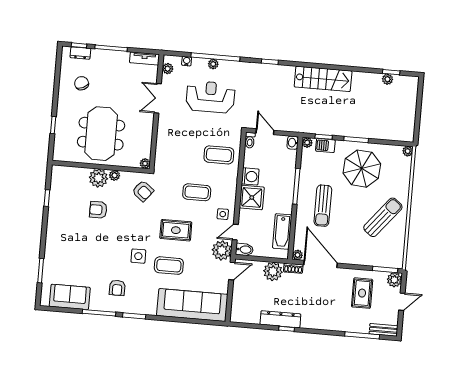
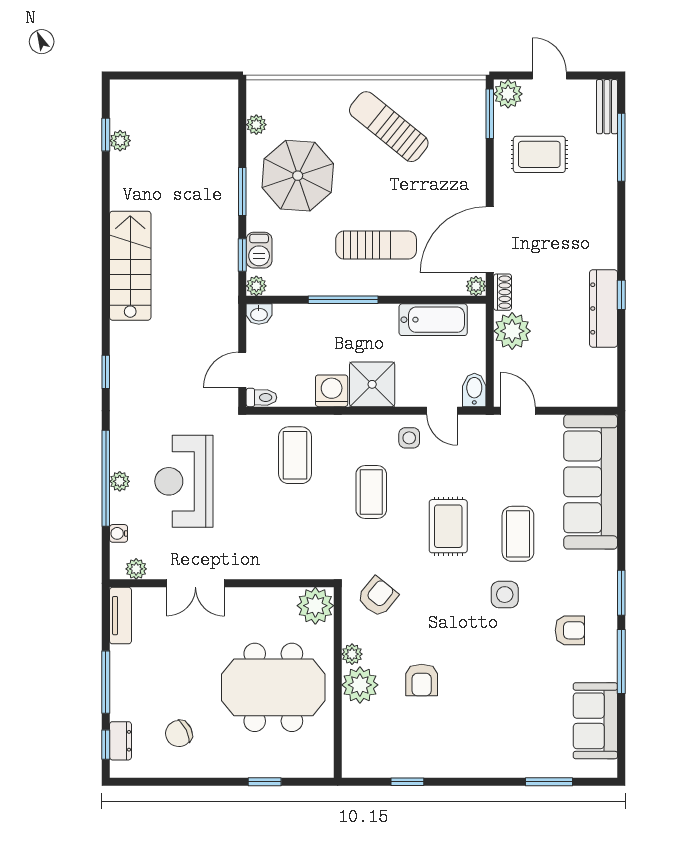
plant: (408, 151) -> (256, 125), moved
plant: (145, 164) -> (315, 606), width x1.87, depth x1.87
plant: (222, 250) -> (480, 434), removed

